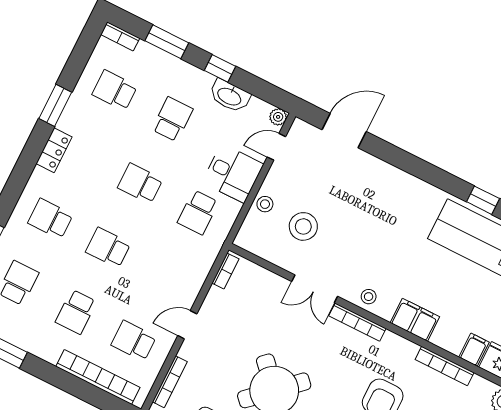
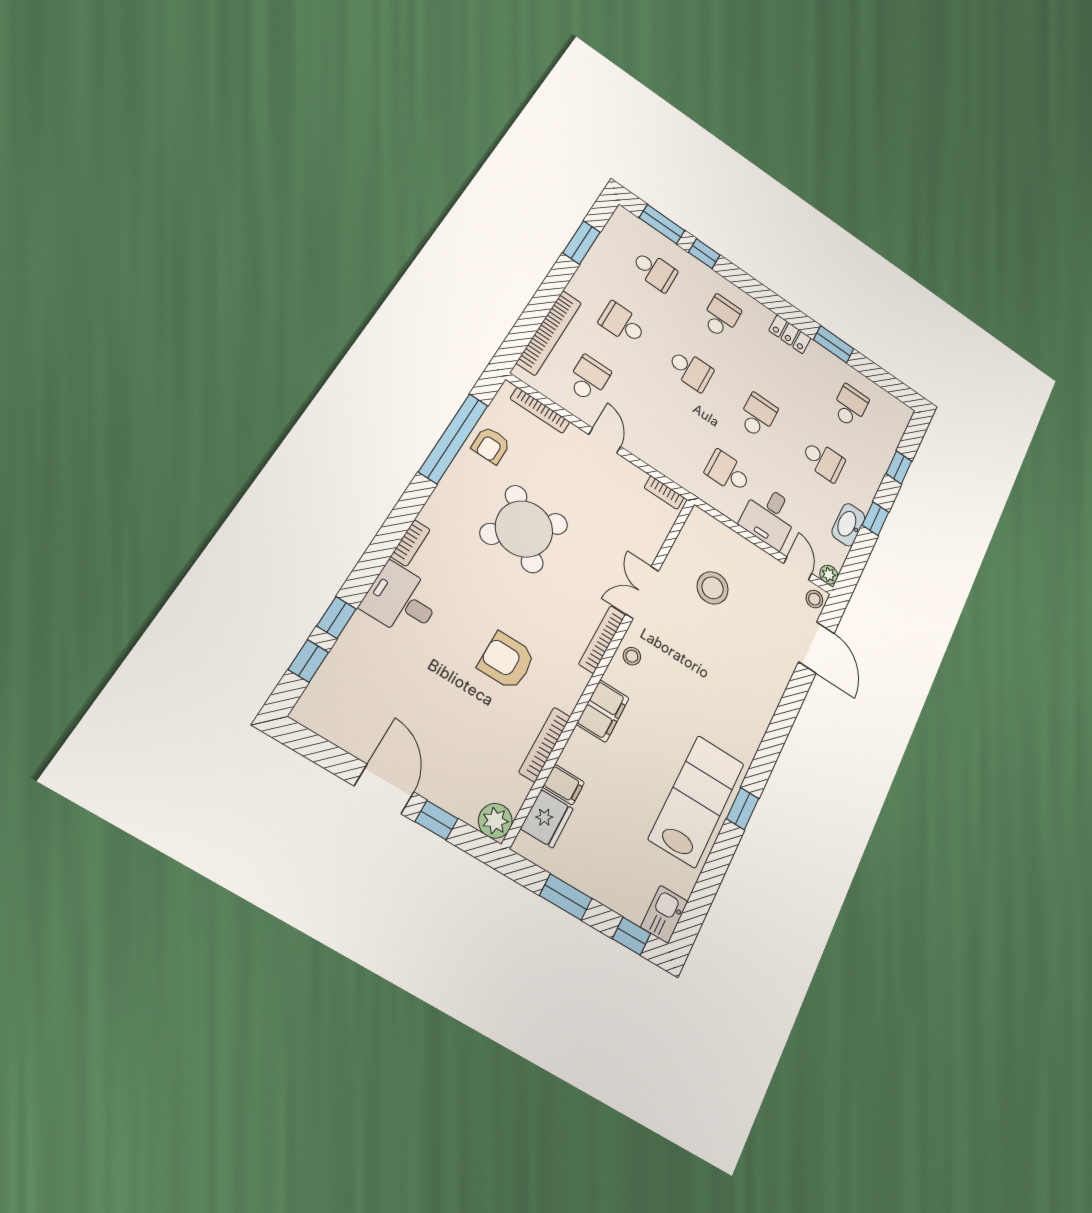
bookcase: (120, 36) -> (902, 421), removed
window: (167, 42) -> (899, 467), width x0.67
stool: (265, 204) -> (814, 599), moved
school desk: (108, 248) -> (691, 370), turned 90

